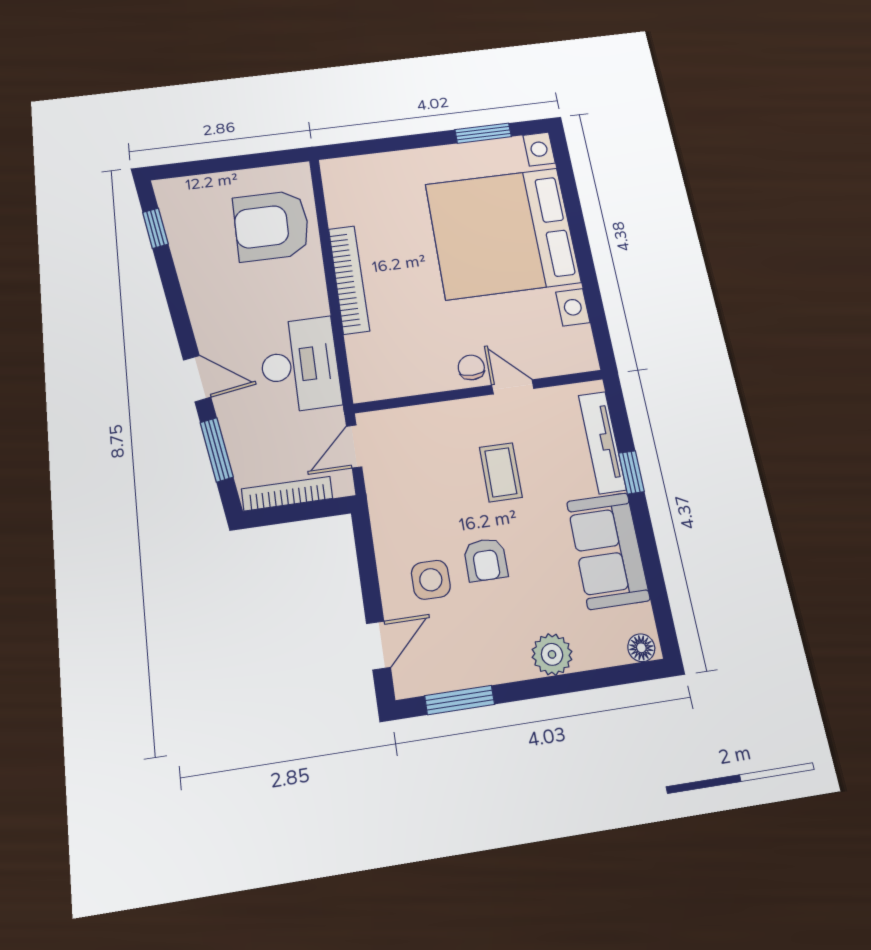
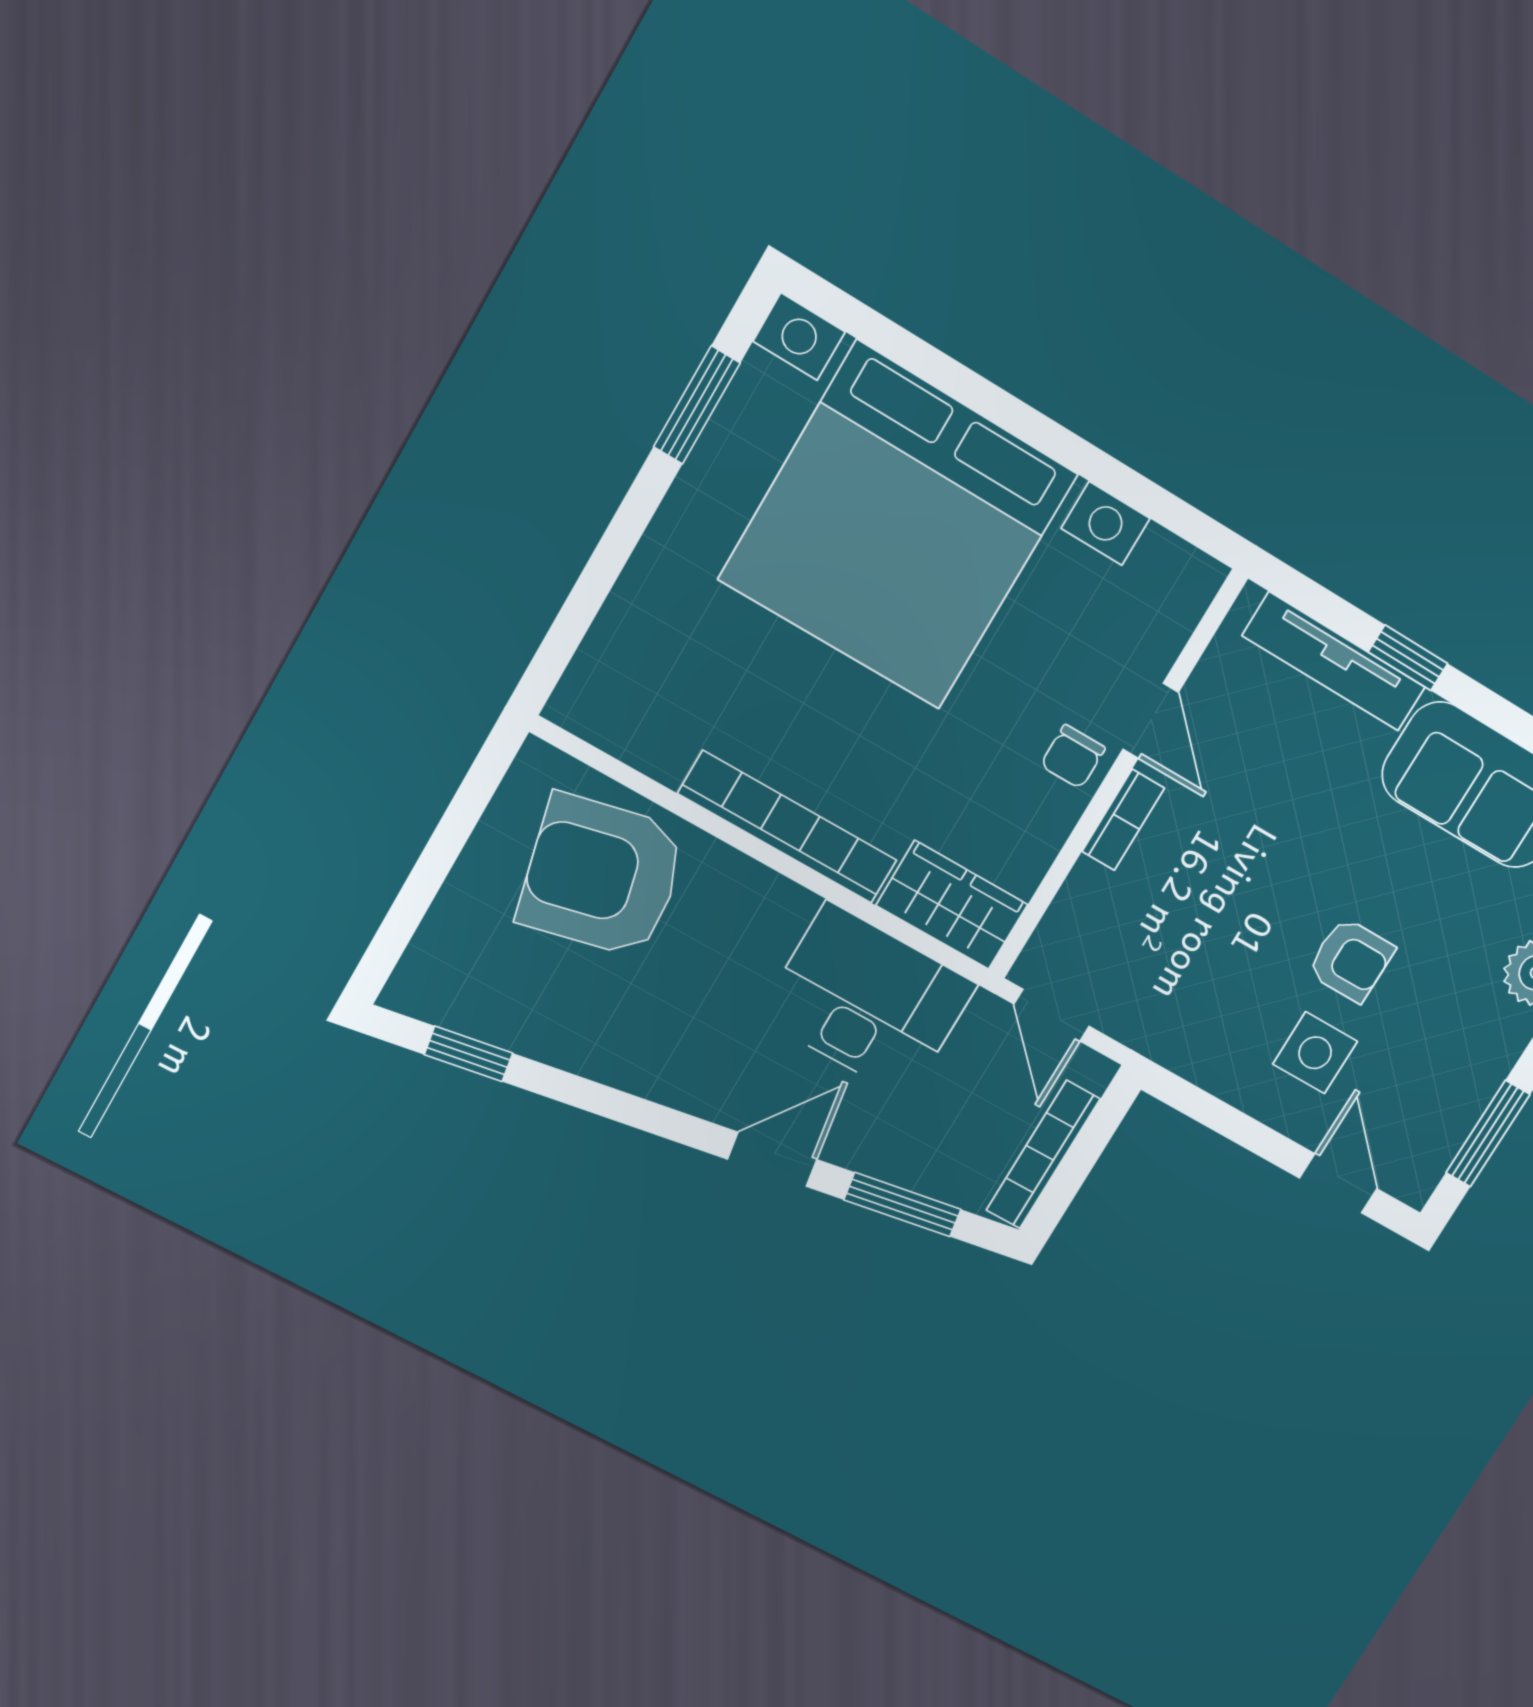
armchair: (272, 226) -> (602, 876), turned 77
wardrobe: (369, 367) -> (952, 905), added
chair: (471, 367) -> (1073, 757), turned -90
door: (513, 387) -> (1151, 721), swing flipped
bookcase: (463, 409) -> (1123, 820), added
coffee table: (501, 472) -> (1255, 842), removed

